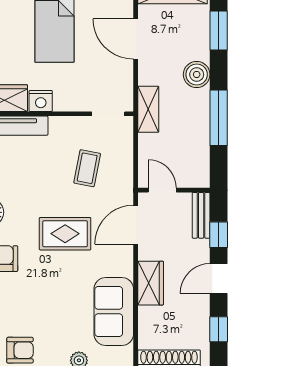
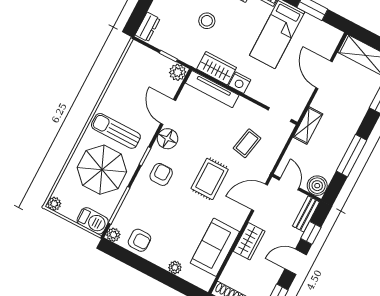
boiler: (197, 74) -> (317, 186), moved
rug: (65, 234) -> (210, 179), turned 90

